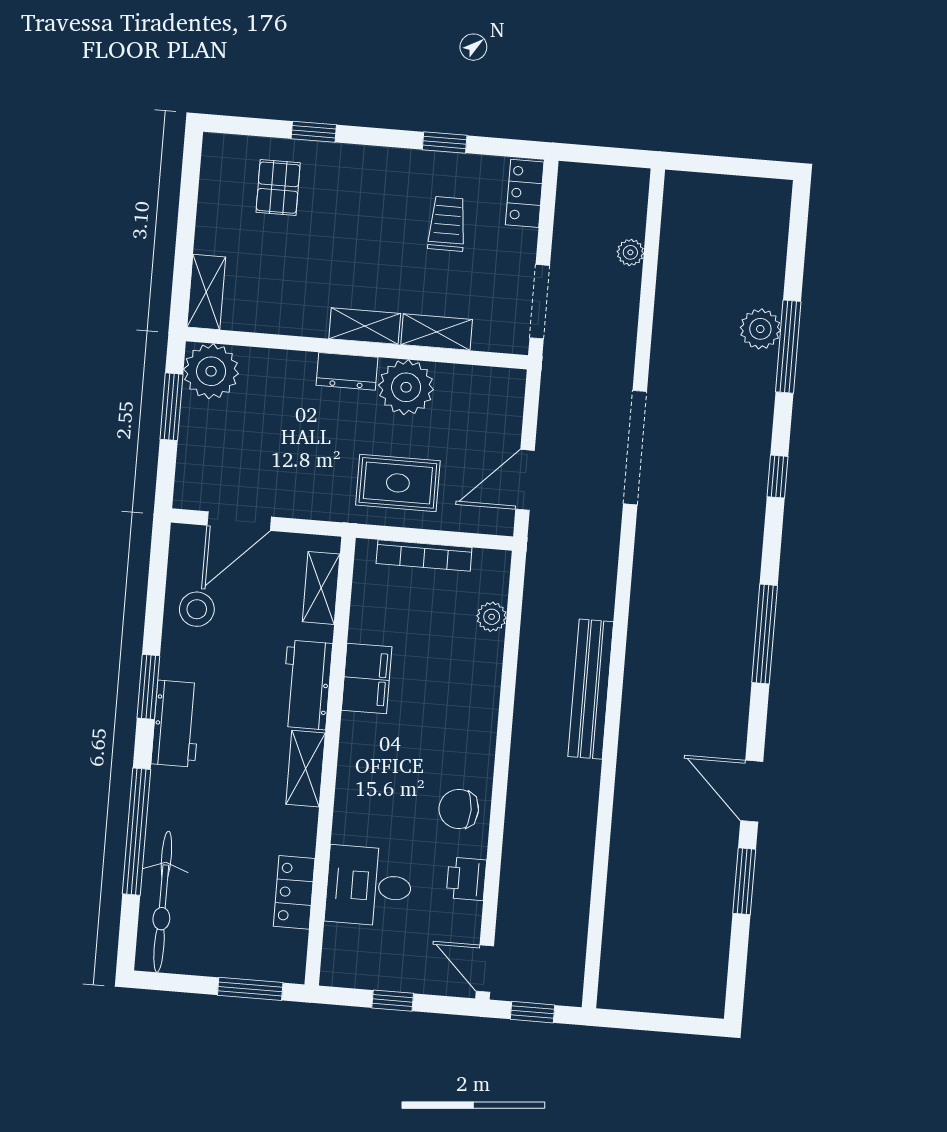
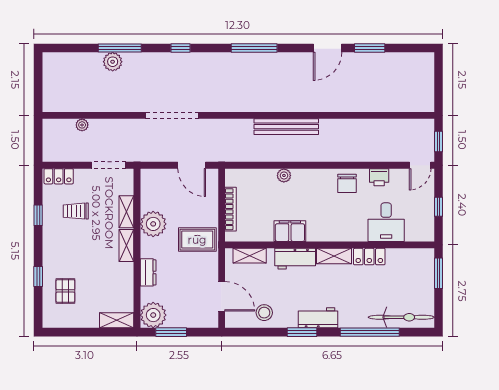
pallet: (278, 188) -> (65, 291), turned 90
dresser: (347, 371) -> (148, 272), moved
rug: (398, 483) -> (197, 240), moved, turned 90
plant: (492, 617) -> (284, 175), moved
locker: (294, 892) -> (369, 257), moved

